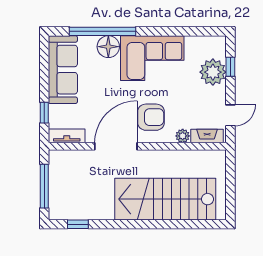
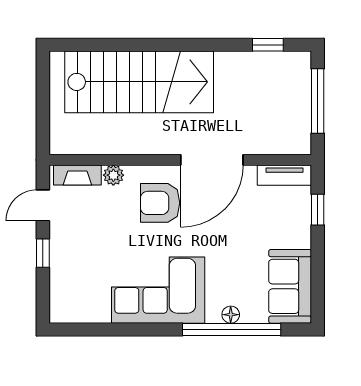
floor lamp: (108, 47) -> (231, 315), width x0.53, depth x0.53
window: (230, 67) -> (43, 253), moved
sofa: (63, 70) -> (290, 286), width x0.73
plant: (213, 72) -> (69, 269), removed

